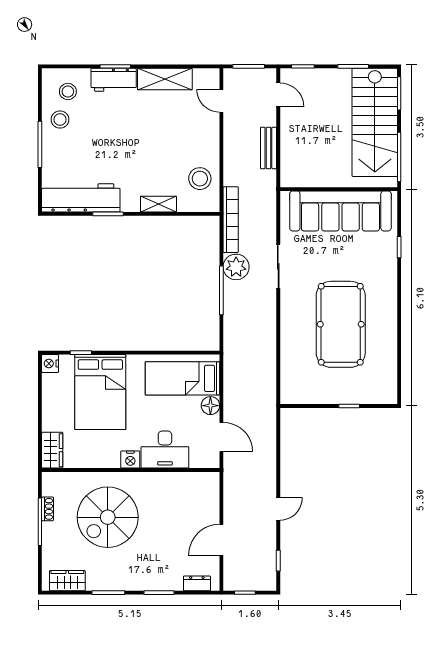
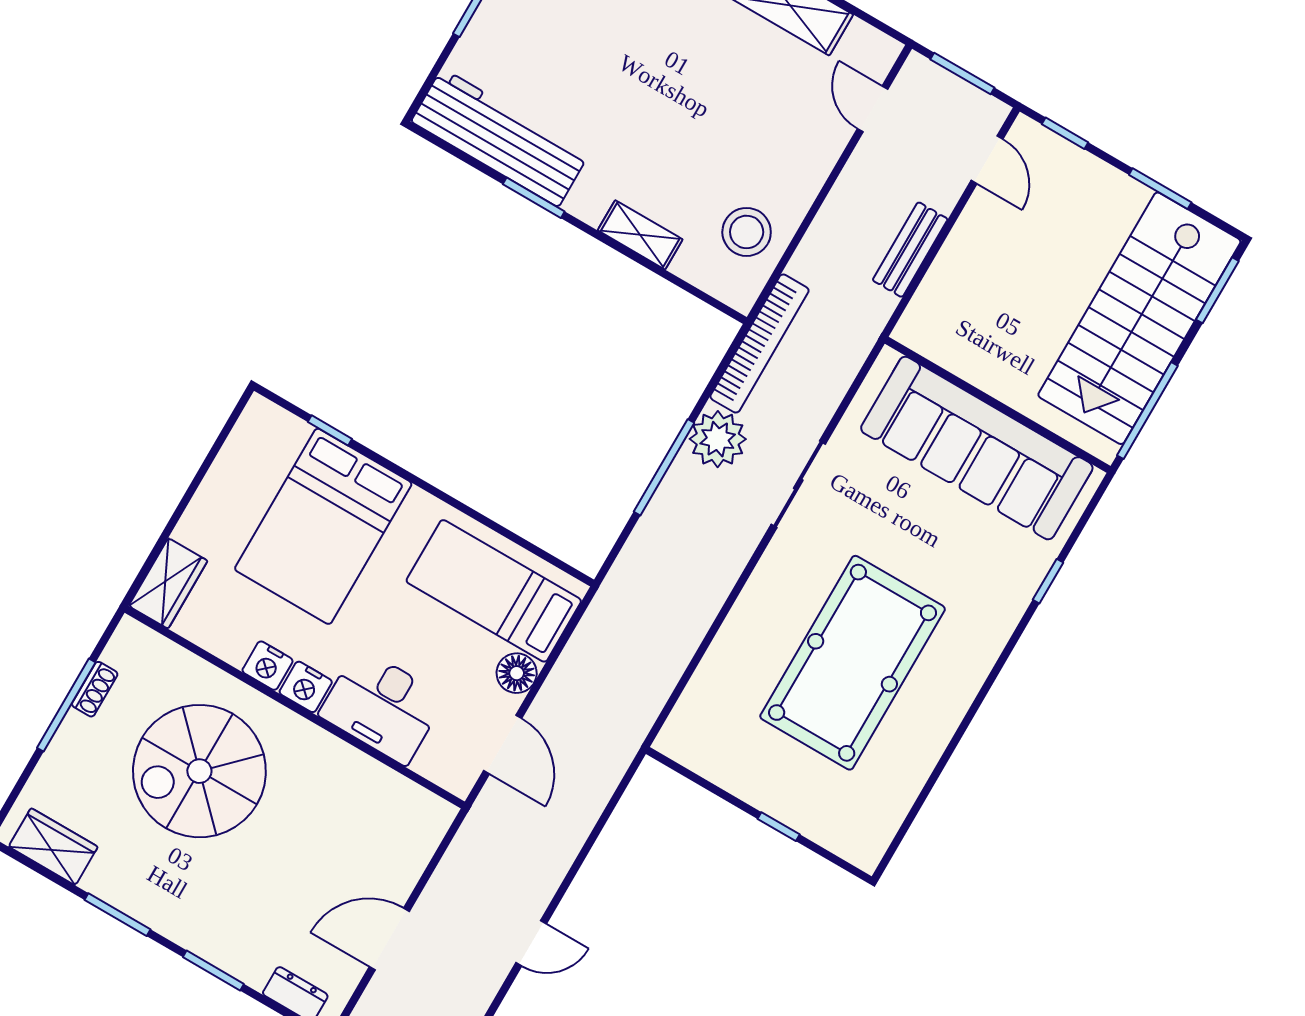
nightstand: (50, 364) -> (268, 666), moved, turned -90

